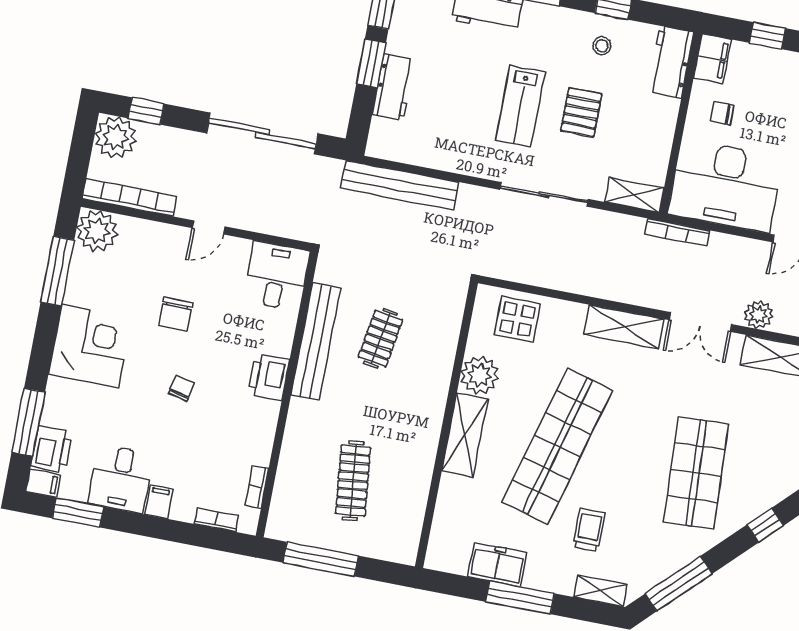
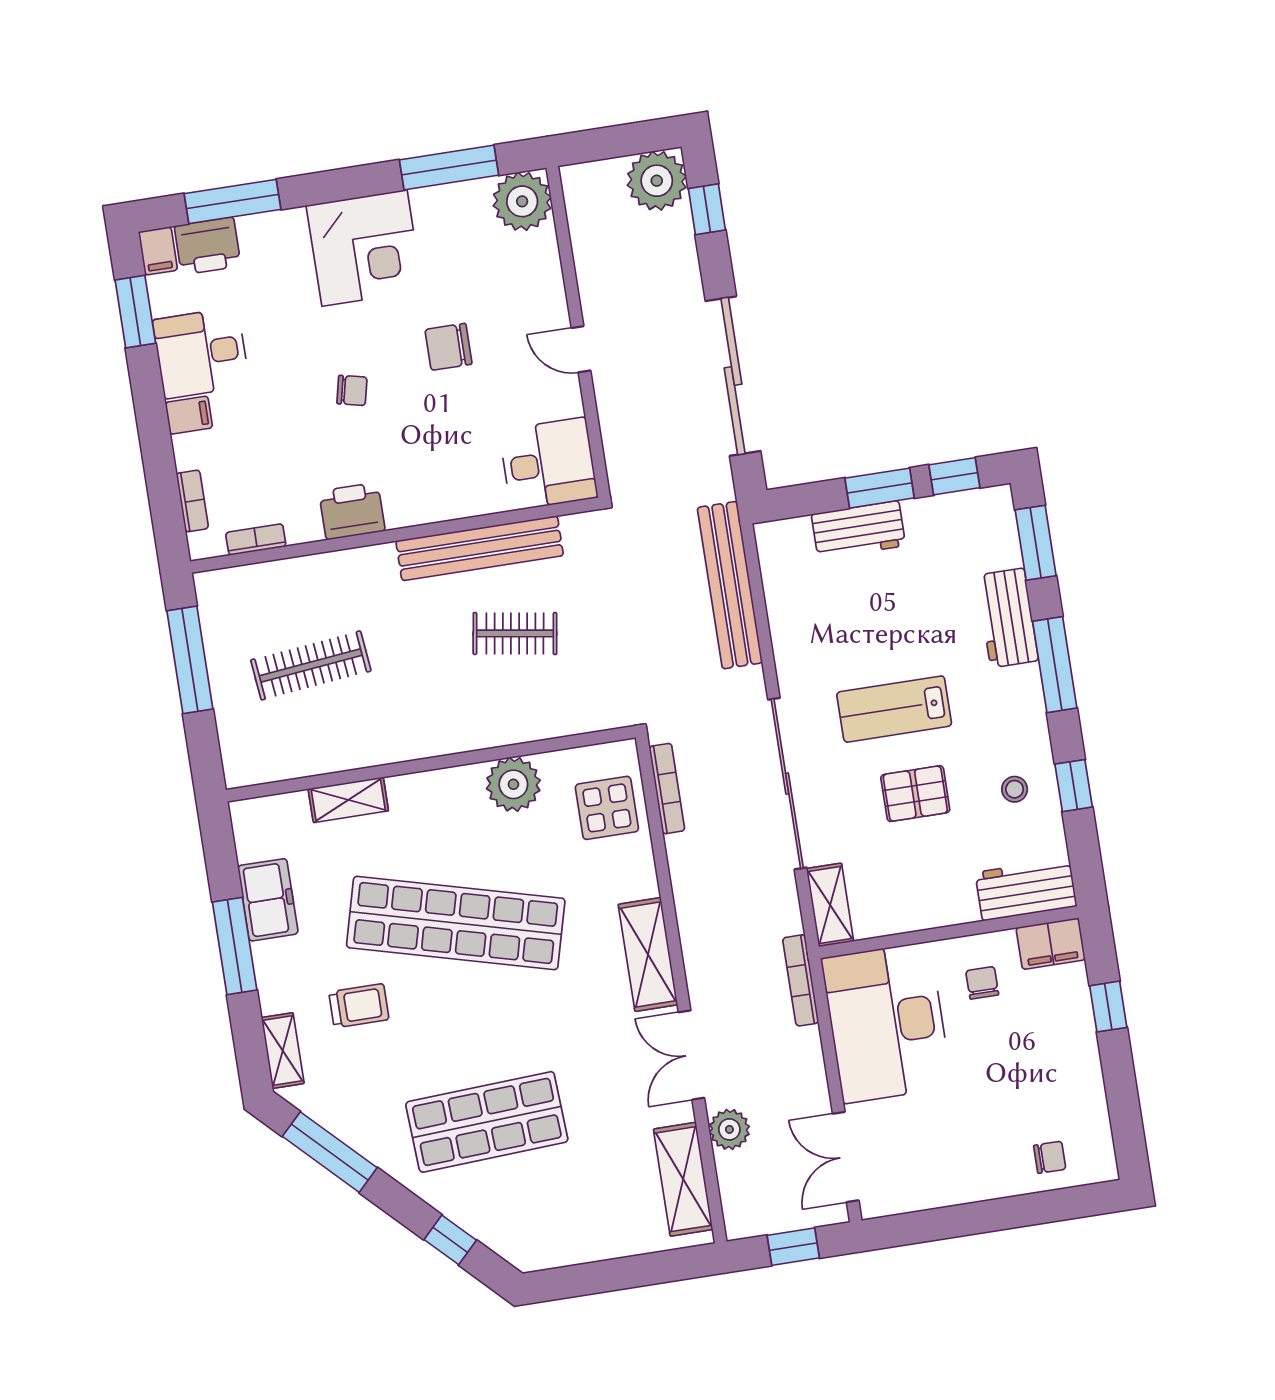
sliding door: (544, 194) -> (787, 784), width x1.36
bookcase: (129, 197) -> (667, 789), moved, width x0.68, depth x0.76
printer: (269, 377) -> (352, 511), moved
shelving: (465, 435) -> (348, 800), moved, width x0.67, depth x0.75

